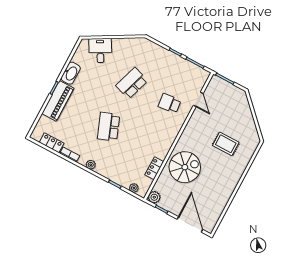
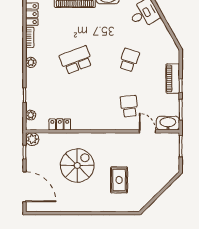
piano: (166, 56) -> (173, 79), added
washbasin: (201, 79) -> (168, 123), added
school desk: (132, 83) -> (129, 60), width x0.54
door: (198, 99) -> (147, 131), swing flipped
spiral stairs: (185, 167) -> (77, 165), moved, turned -90
door: (190, 224) -> (25, 187), hinge flipped

